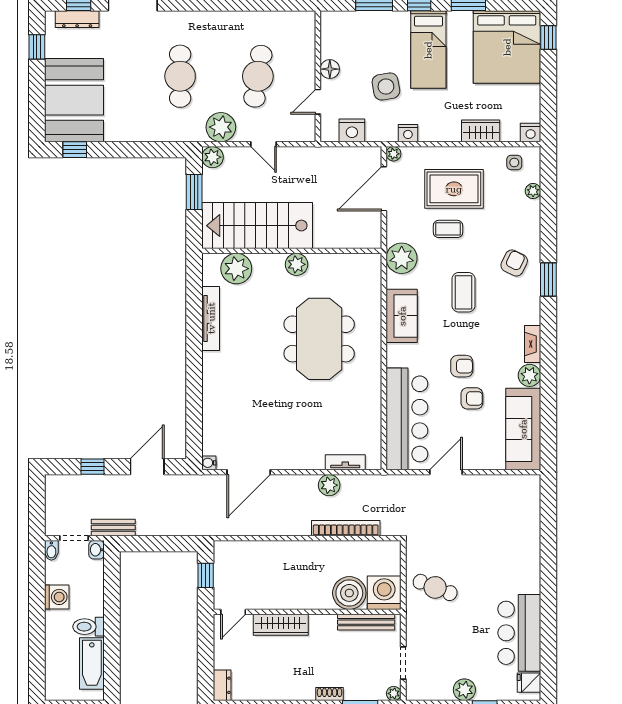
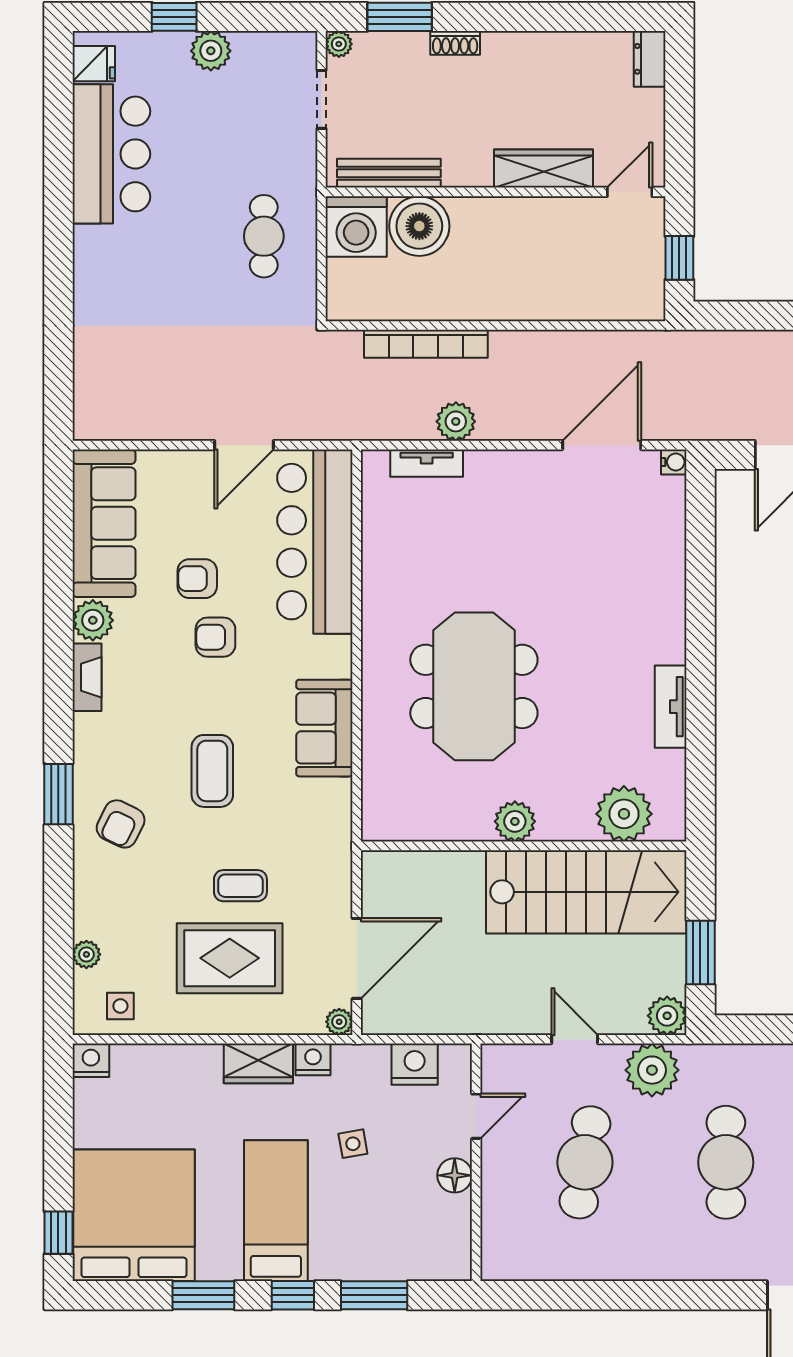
side table: (386, 86) -> (353, 1144), width x0.54, depth x0.54
wardrobe: (481, 131) -> (258, 1063), moved
plant: (402, 258) -> (325, 833), removed
tv unit: (211, 318) -> (671, 707), width x0.71
cafe table: (435, 587) -> (264, 236), turned 69

